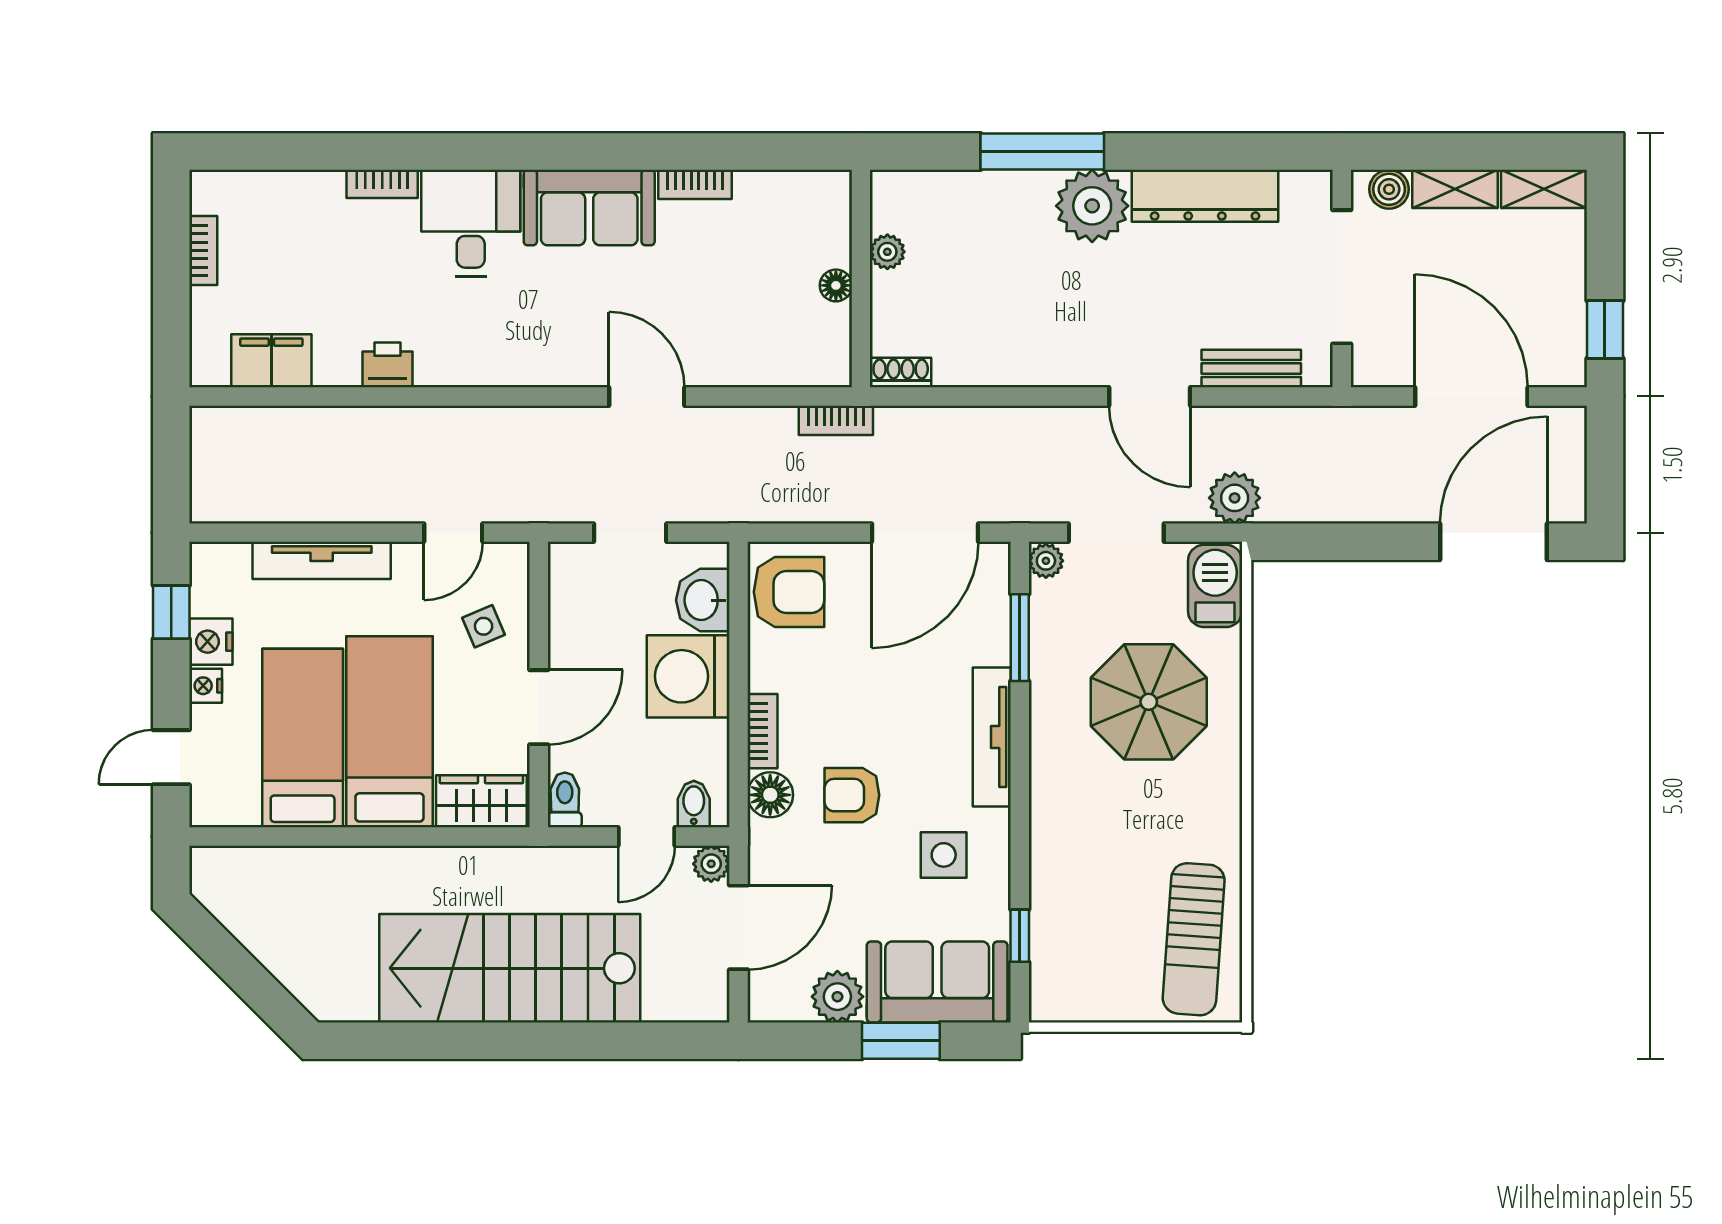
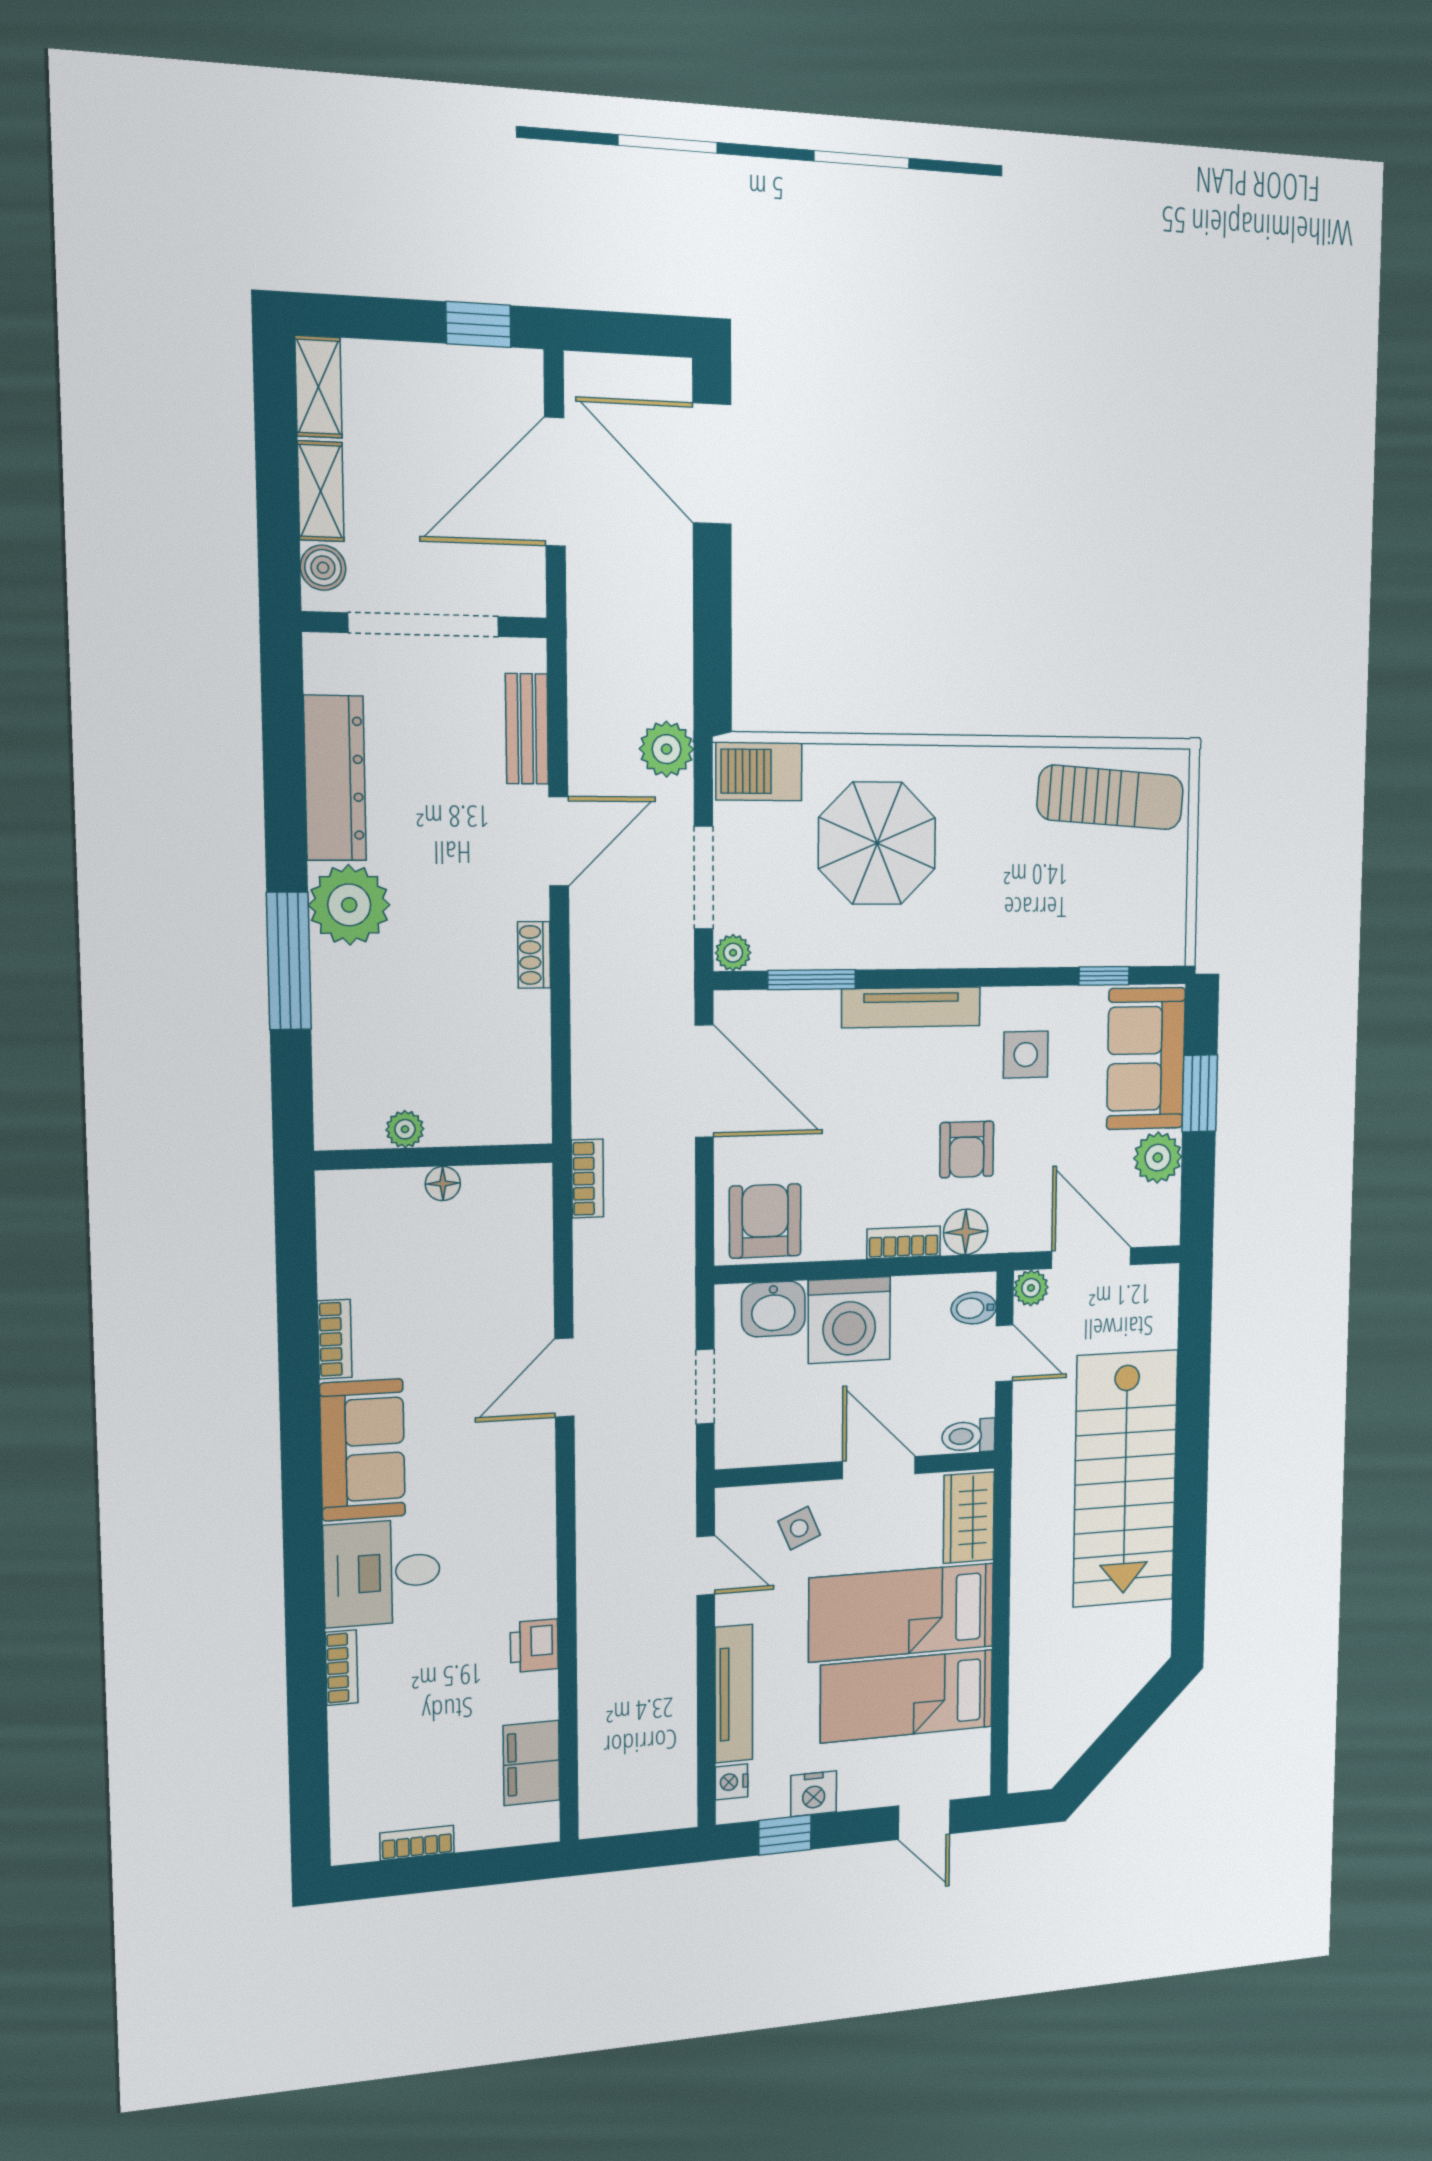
shoe rack: (901, 373) -> (534, 955), moved
nightstand: (206, 686) -> (732, 1782), moved, turned 90

